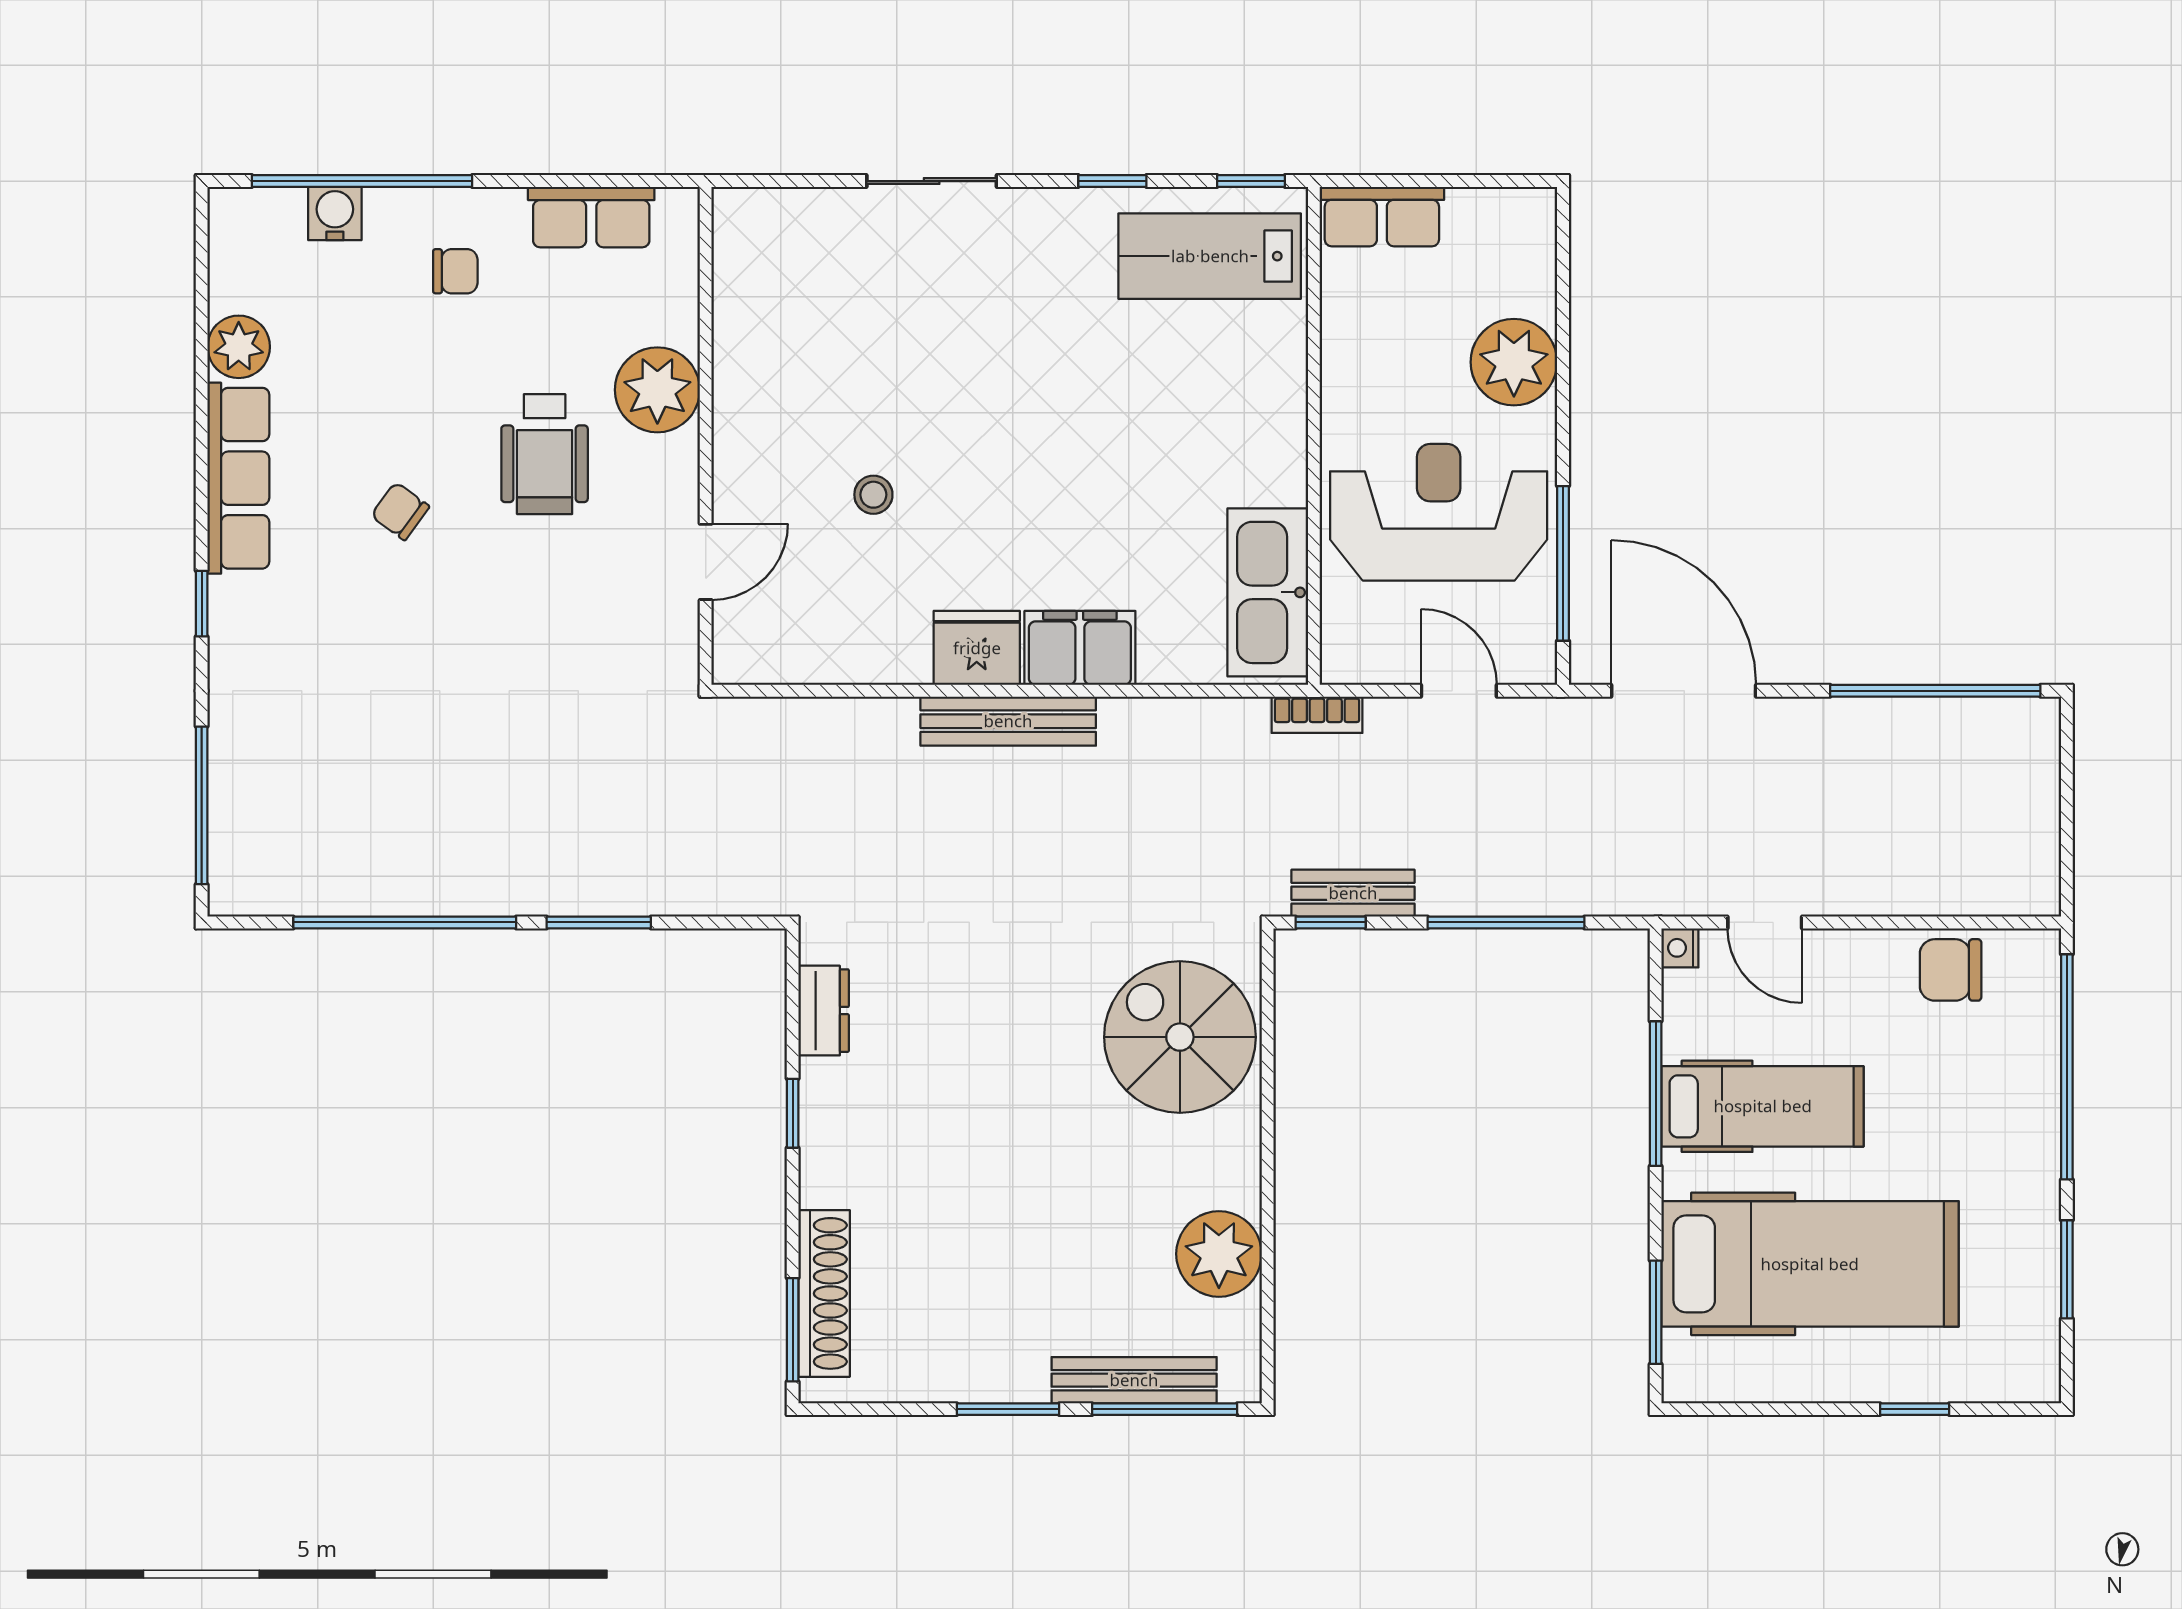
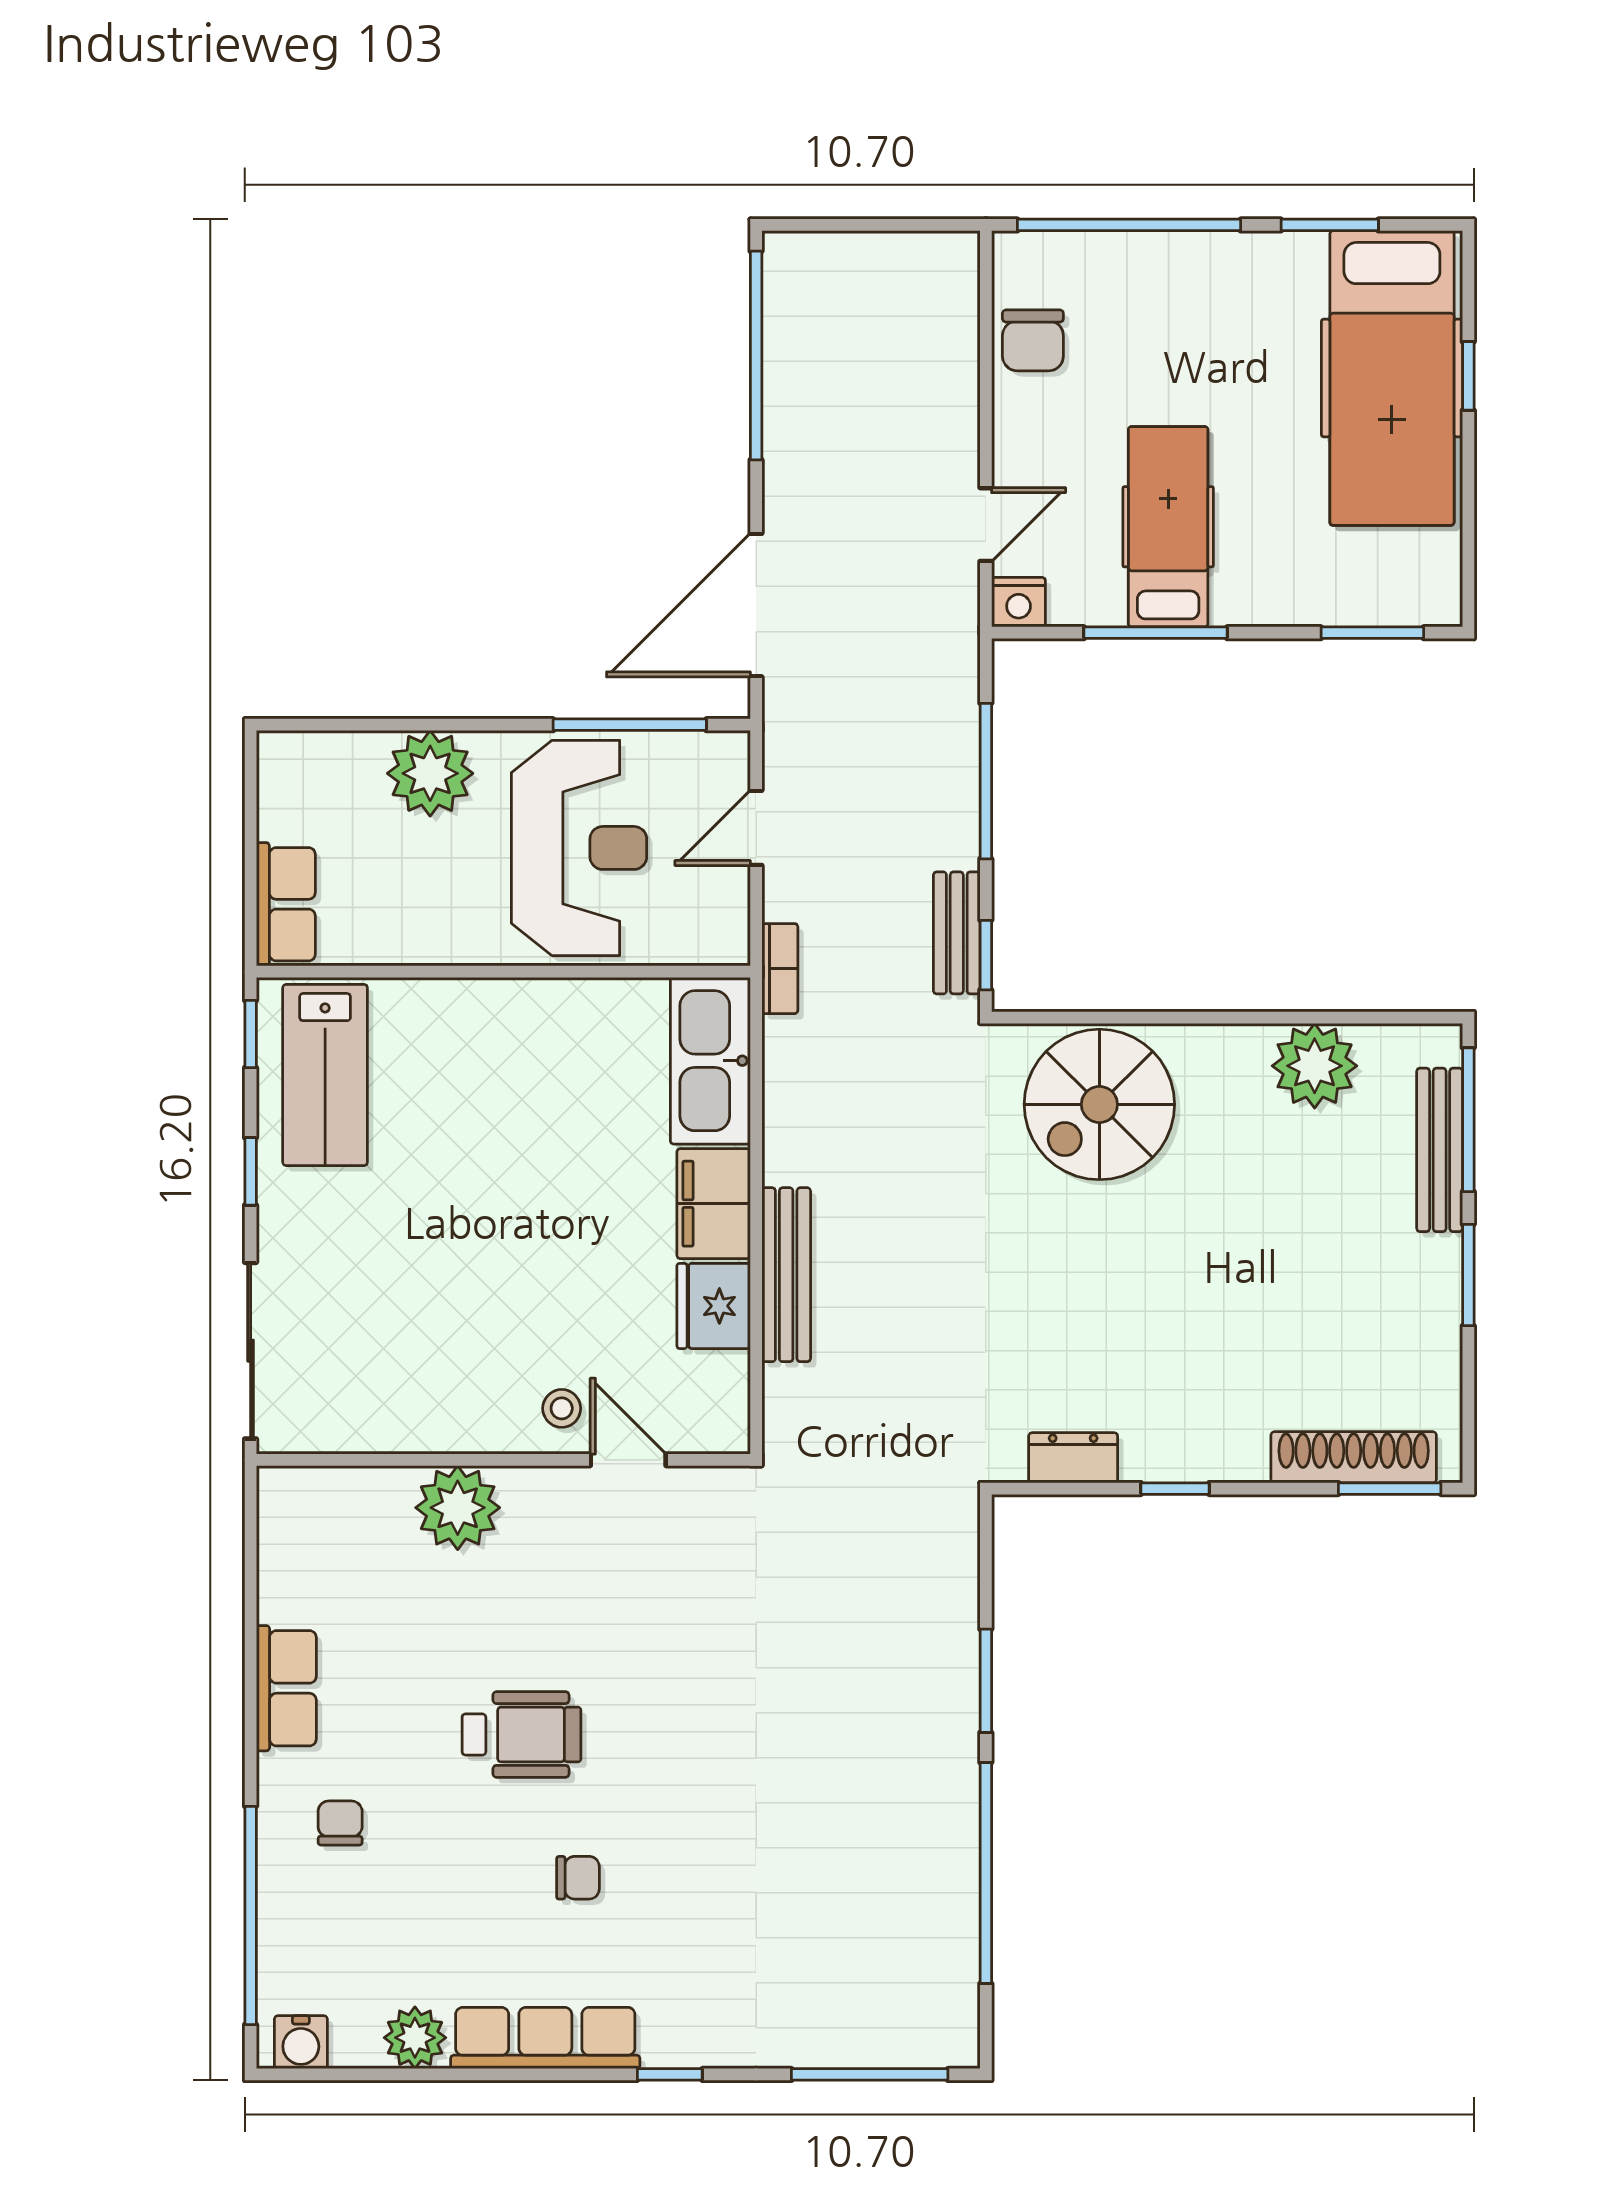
sliding door: (932, 181) -> (251, 1351), width x1.37
water cooler: (335, 214) -> (301, 2042), moved, turned -90
plant: (657, 390) -> (458, 1508), moved
wall: (706, 436) -> (503, 1460), moved
chair: (400, 511) -> (578, 1878), turned -126
reception desk: (1439, 512) -> (579, 848), turned 180
door: (706, 562) -> (628, 1460), moved
kitchen sink: (1268, 592) -> (710, 1061), moved, turned 90
nightstand: (1680, 948) -> (1019, 602), width x1.39, depth x1.35
hospital bed: (1810, 1264) -> (1392, 378), moved, turned 180

